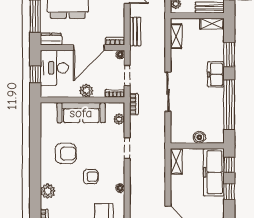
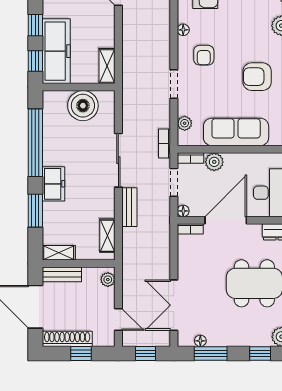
bench: (135, 32) -> (129, 207), moved
plant: (86, 91) -> (214, 162), moved
boiler: (199, 137) -> (83, 106), width x1.86, depth x1.86
armchair: (91, 177) -> (204, 55), moved, turned -90

